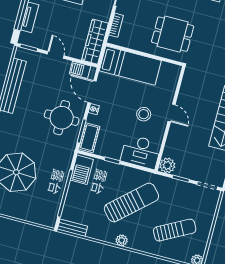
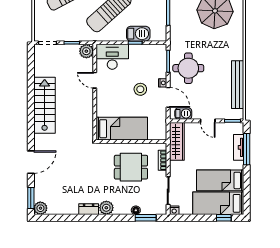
dining table: (173, 34) -> (131, 167), moved
bed: (130, 66) -> (122, 129), moved, turned 180
door: (171, 113) -> (95, 80), moved
stool: (144, 114) -> (140, 89), moved
cot: (89, 138) -> (160, 57), removed
barbecue: (82, 170) -> (138, 34), moved, turned 90

